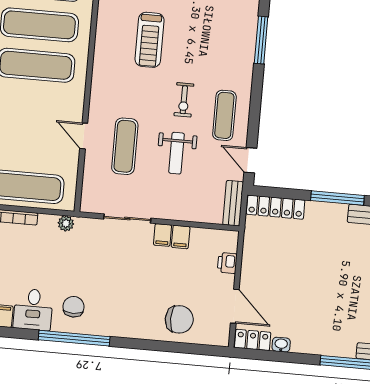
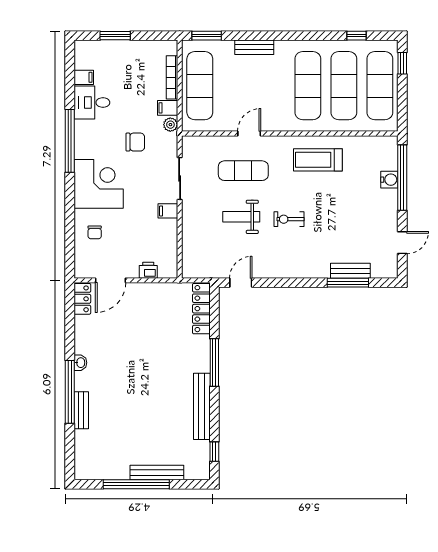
treadmill: (150, 40) -> (318, 160), moved
exercise mat: (224, 115) -> (278, 256), removed
bench: (233, 203) -> (350, 271), moved
filing cabinet: (181, 237) -> (168, 108), moved
chair: (73, 307) -> (135, 142), moved
corner desk: (125, 310) -> (99, 184), added
chair: (179, 319) -> (95, 232), width x0.54, depth x0.54
washbasin: (281, 345) -> (80, 363), moved

